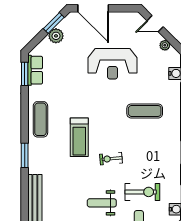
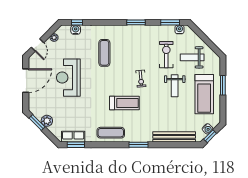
door: (93, 8) -> (26, 81), moved
reception desk: (113, 64) -> (68, 78), turned 180

